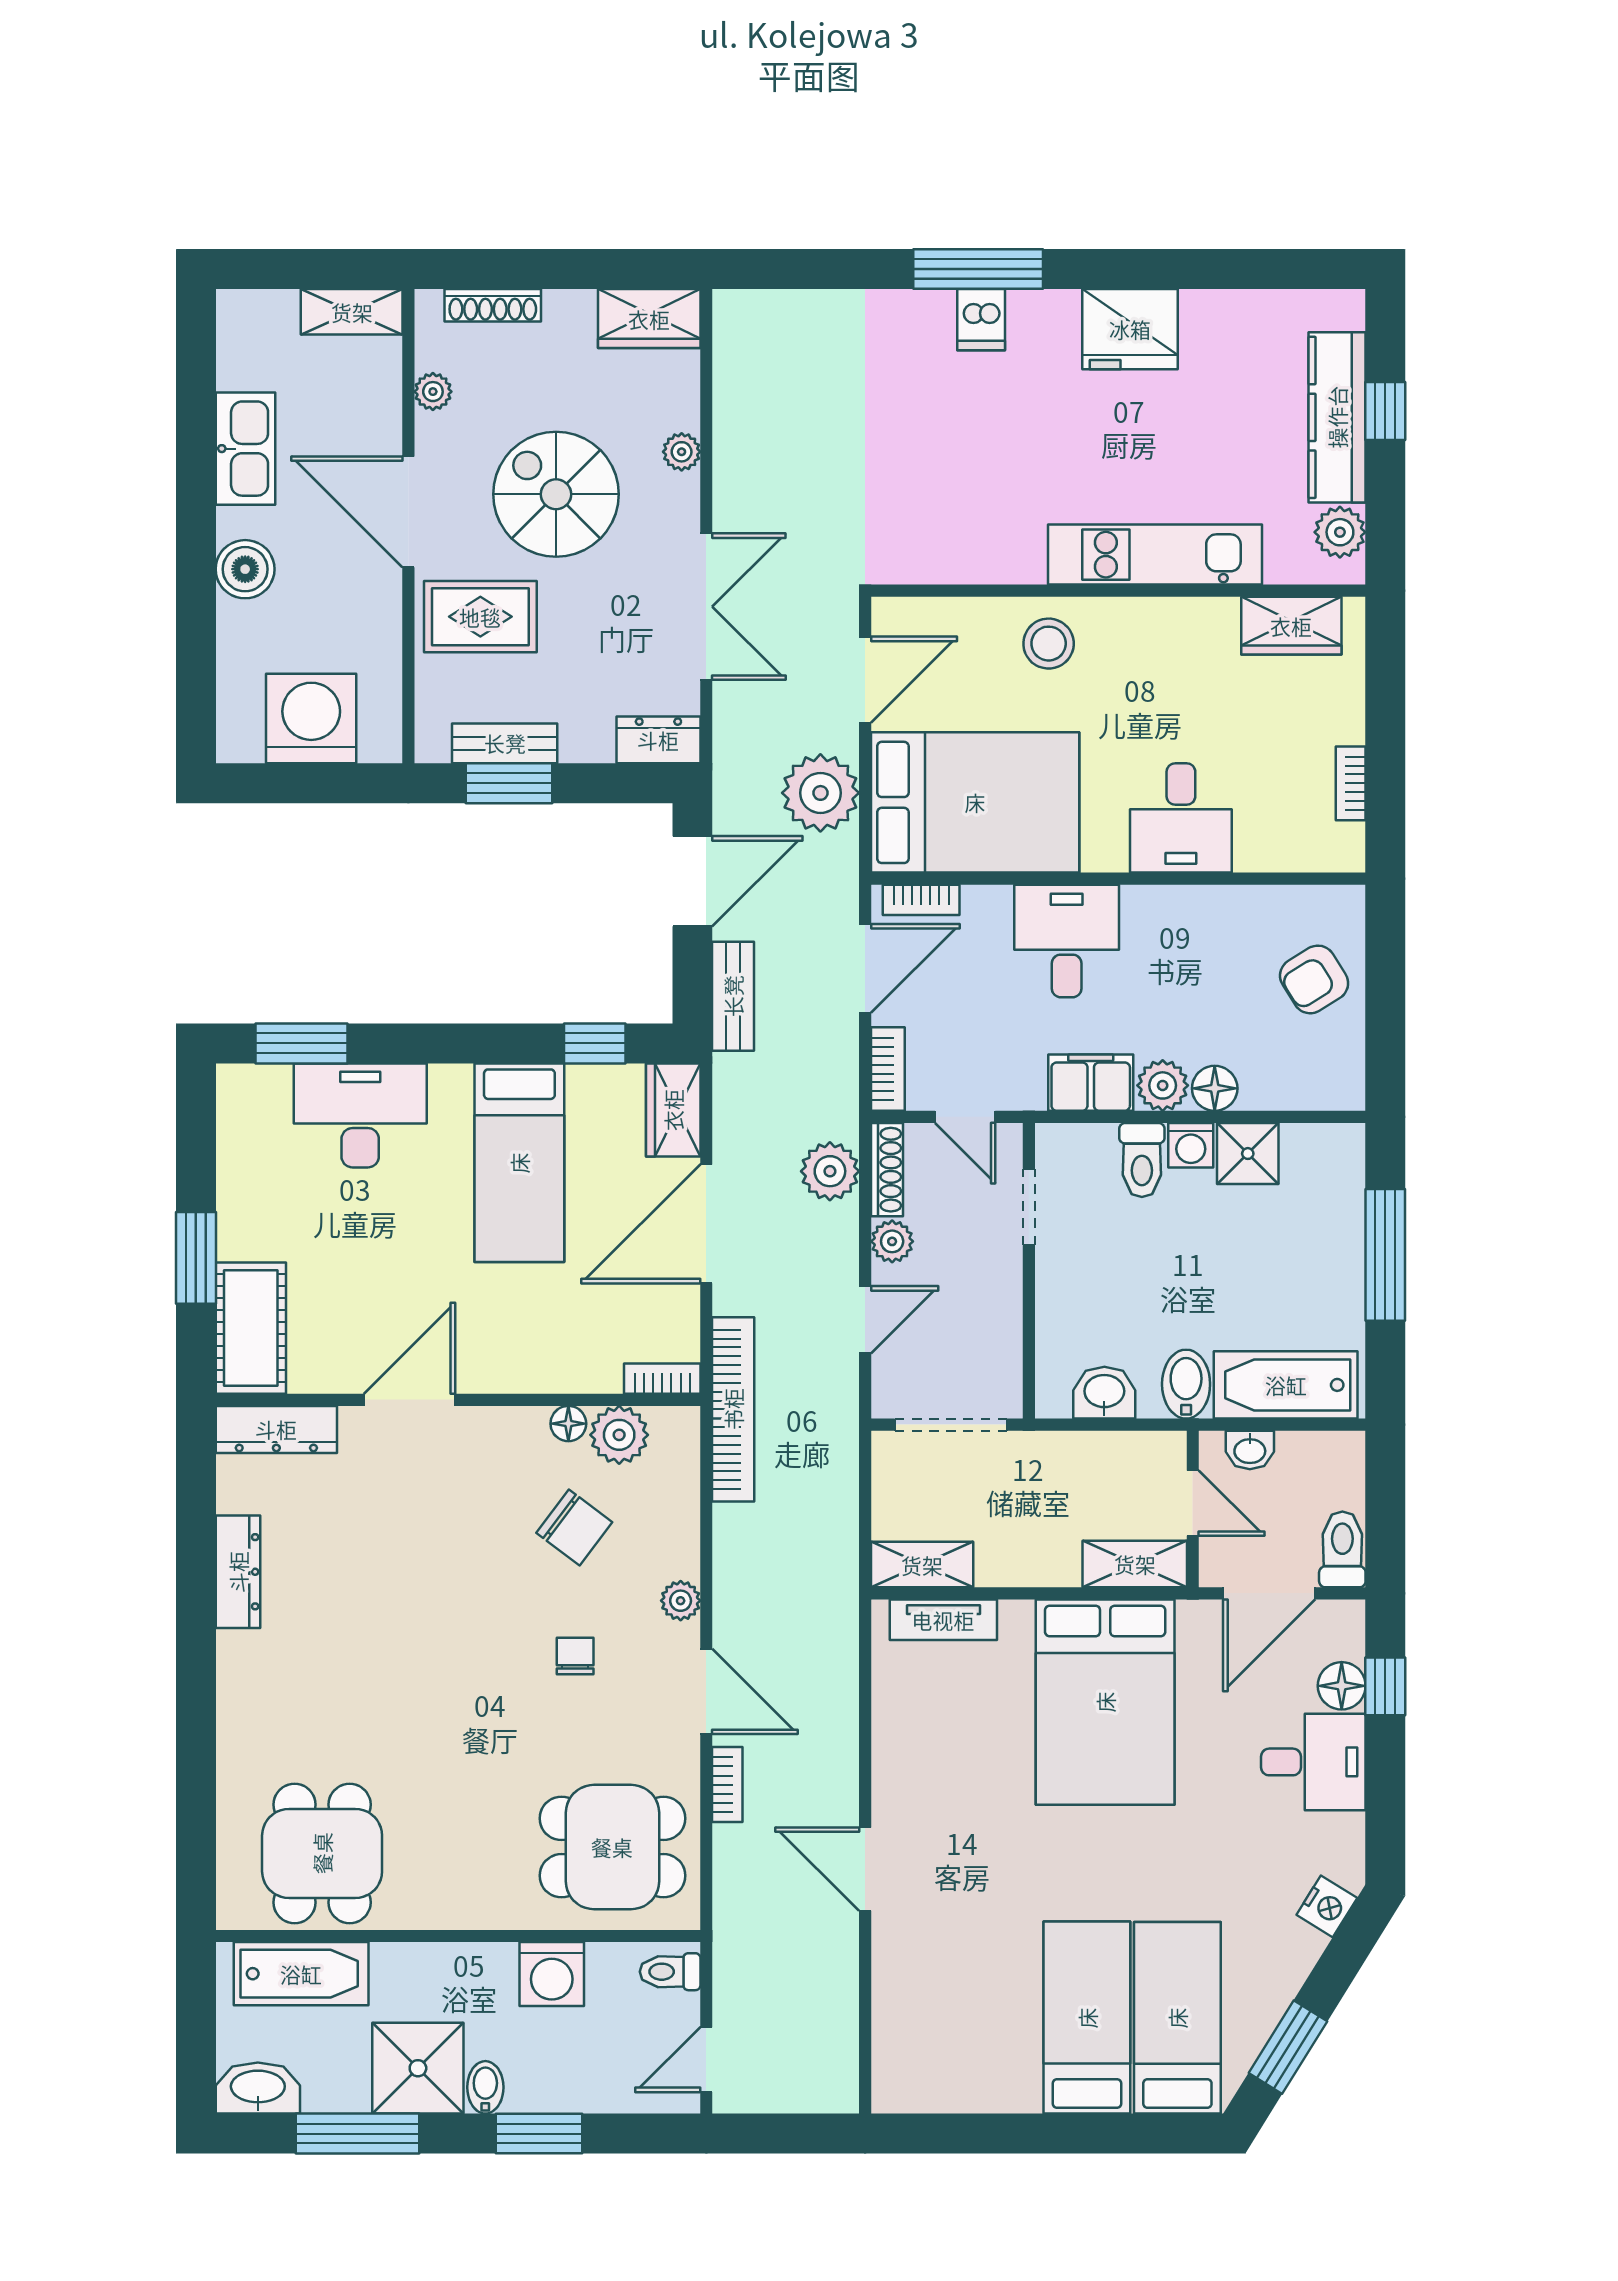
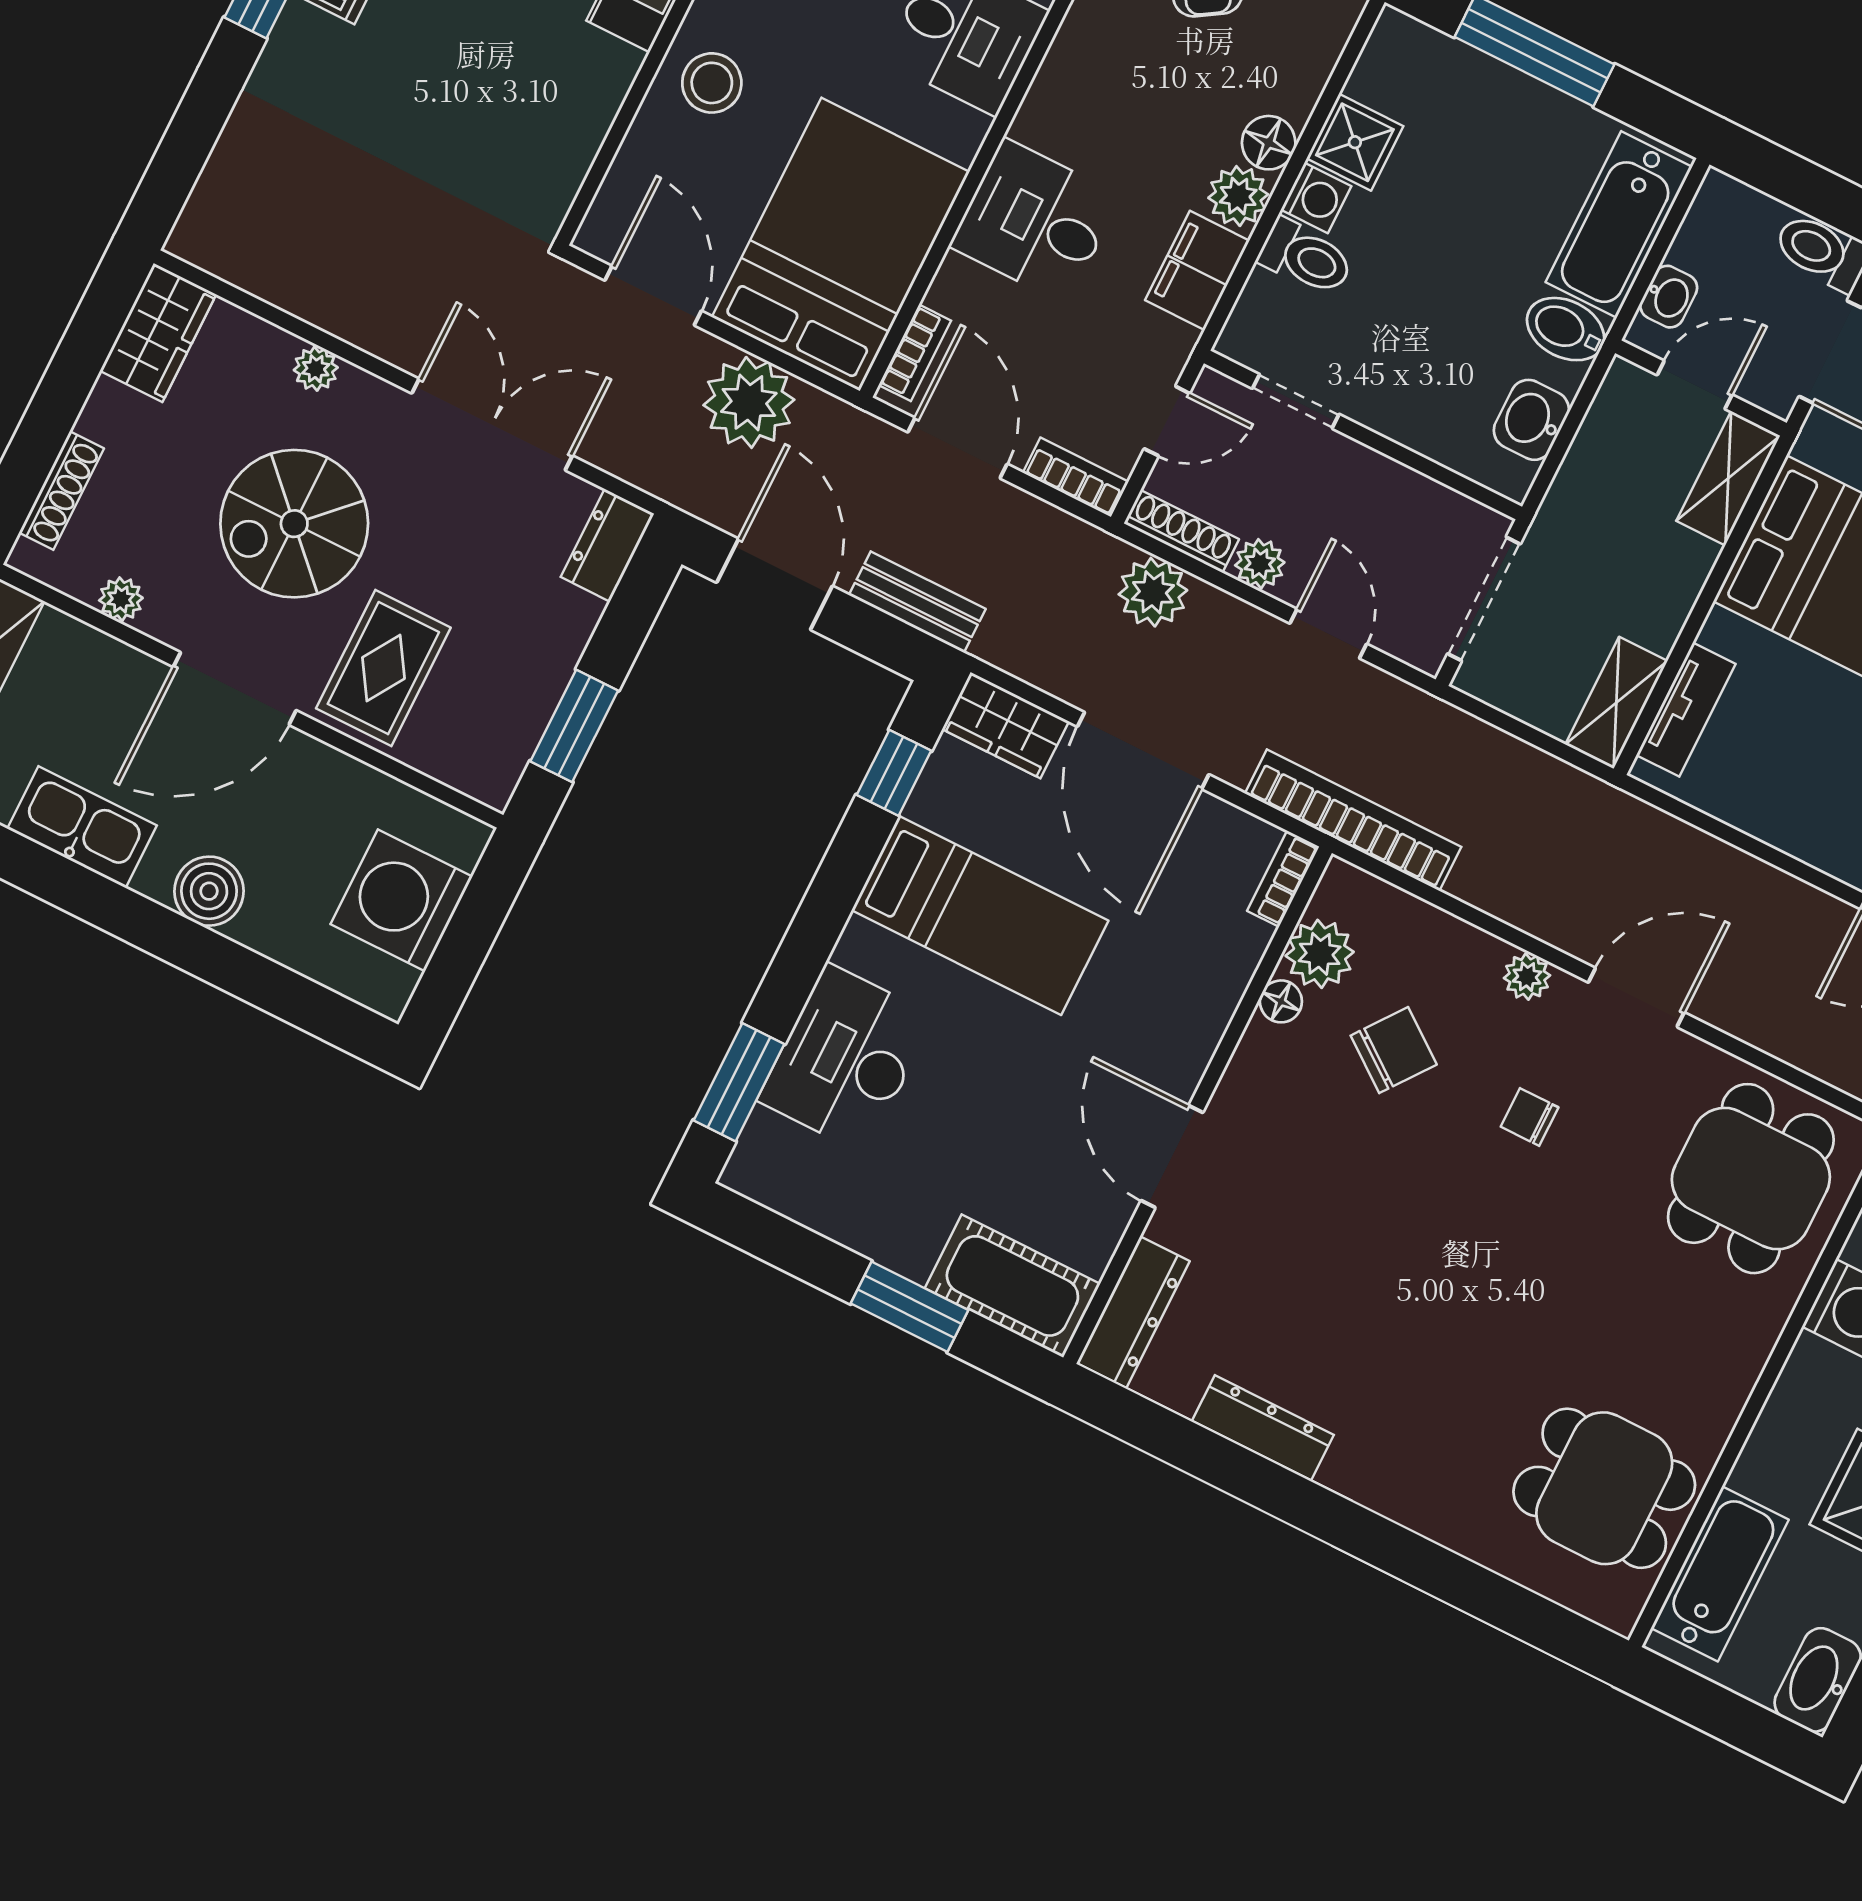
bench: (505, 743) -> (530, 709), removed
bookcase: (727, 1785) -> (1746, 1024), removed

